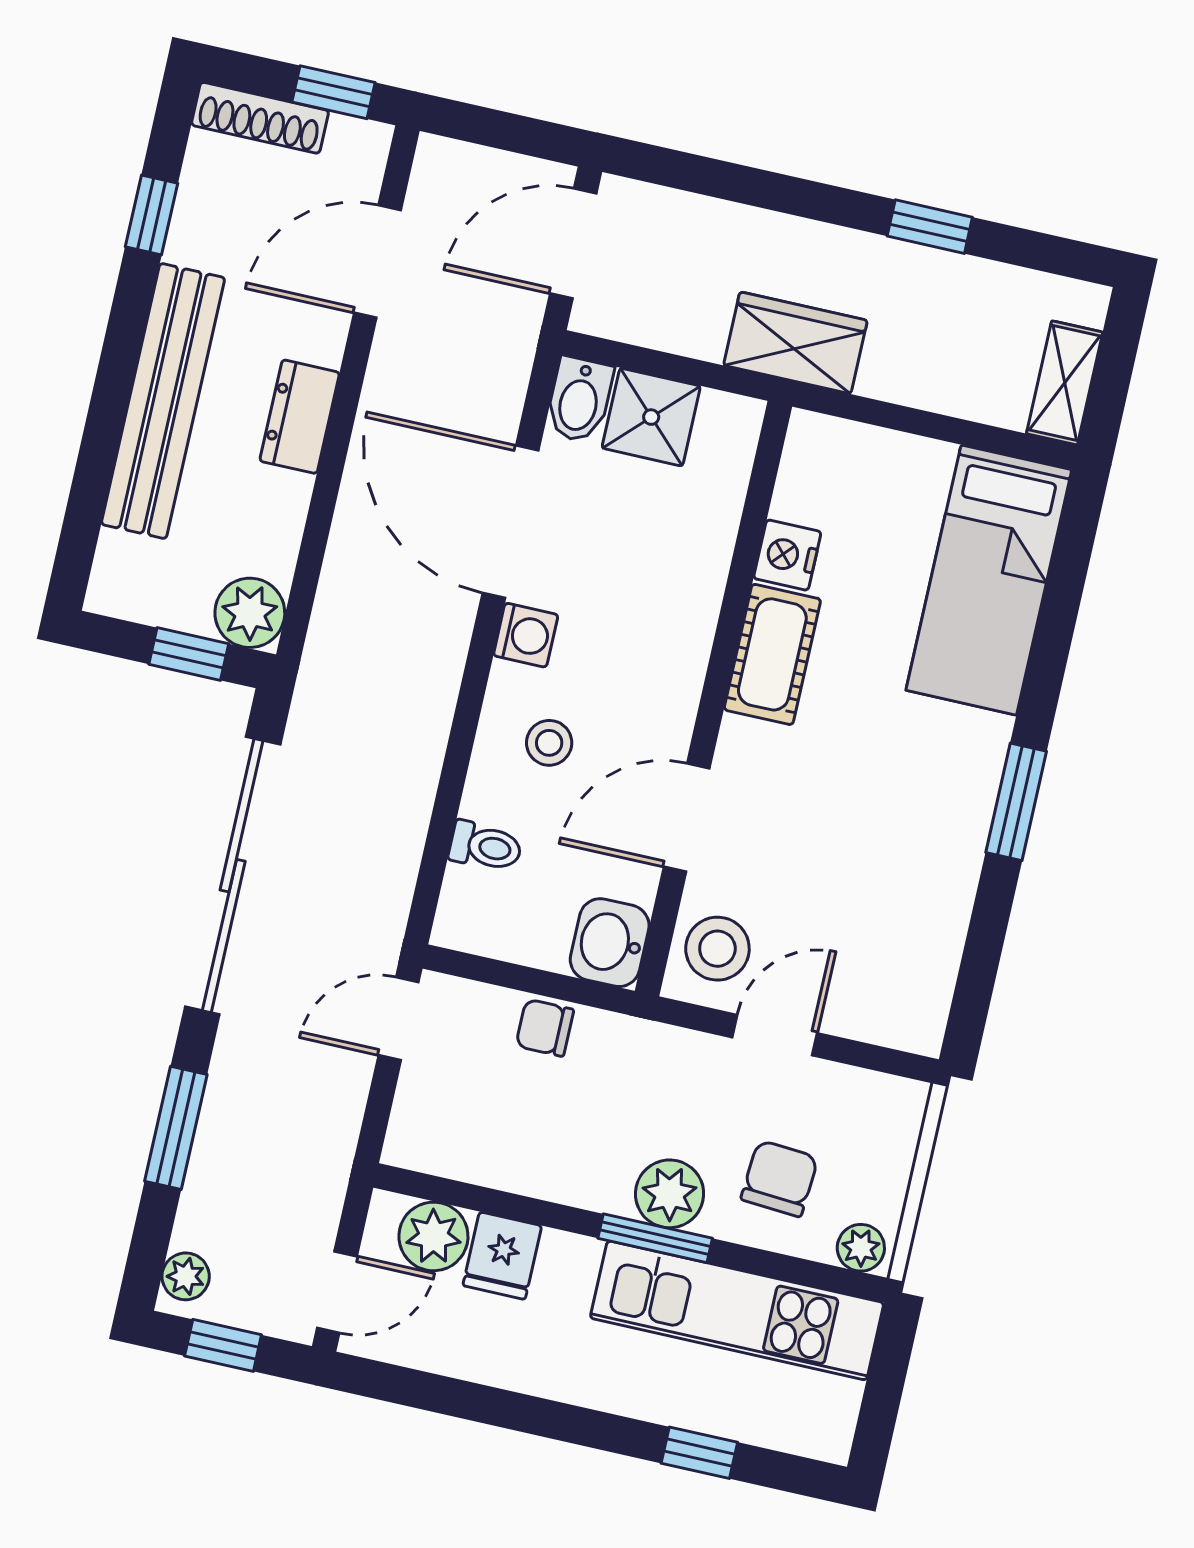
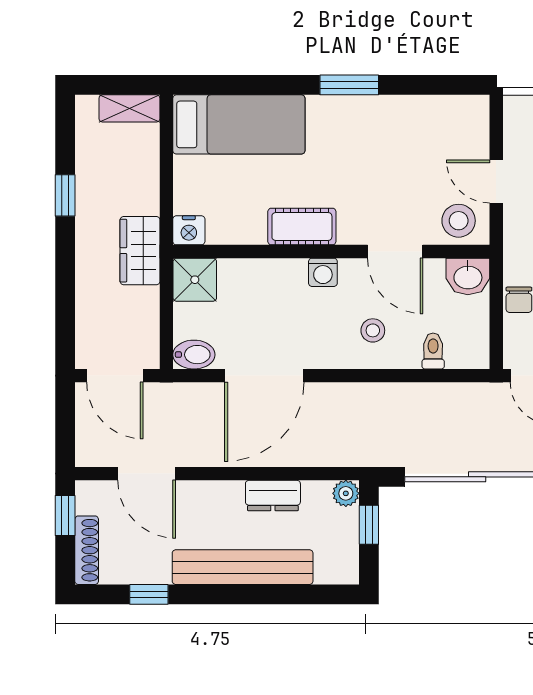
dresser: (300, 417) -> (273, 496), moved
shower: (651, 417) -> (195, 280), moved
nightstand: (787, 555) -> (189, 230), moved
plant: (250, 613) -> (346, 493), width x0.73, depth x0.73
washing machine: (526, 635) -> (323, 272), moved, turned 180

